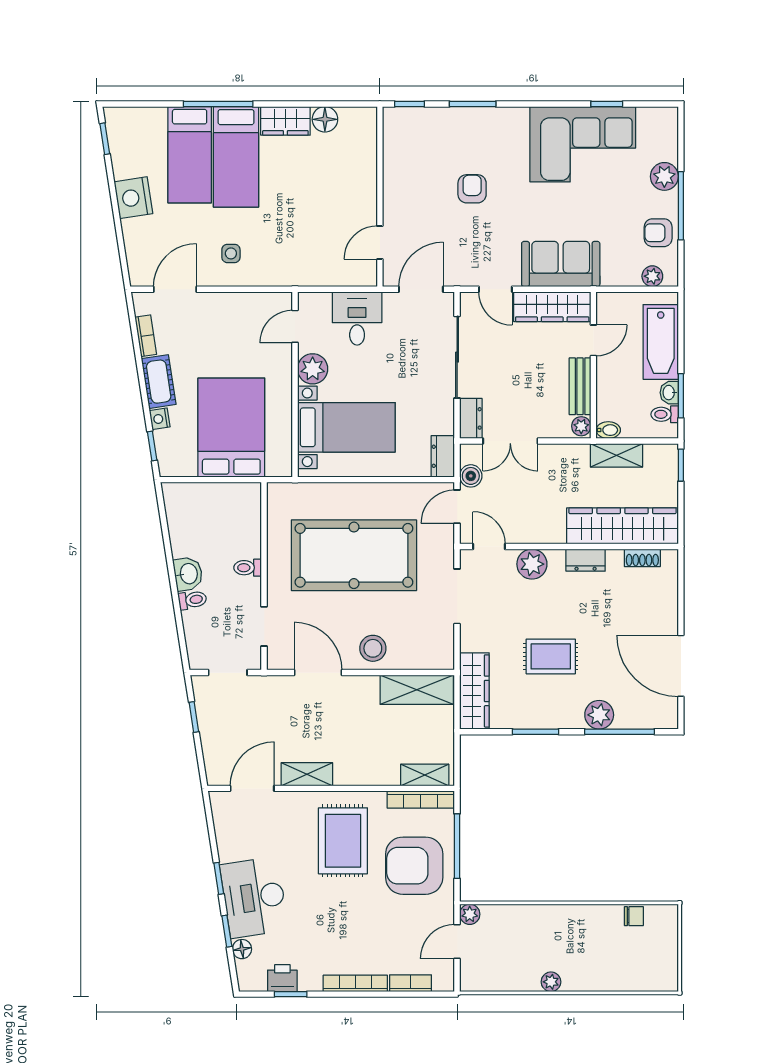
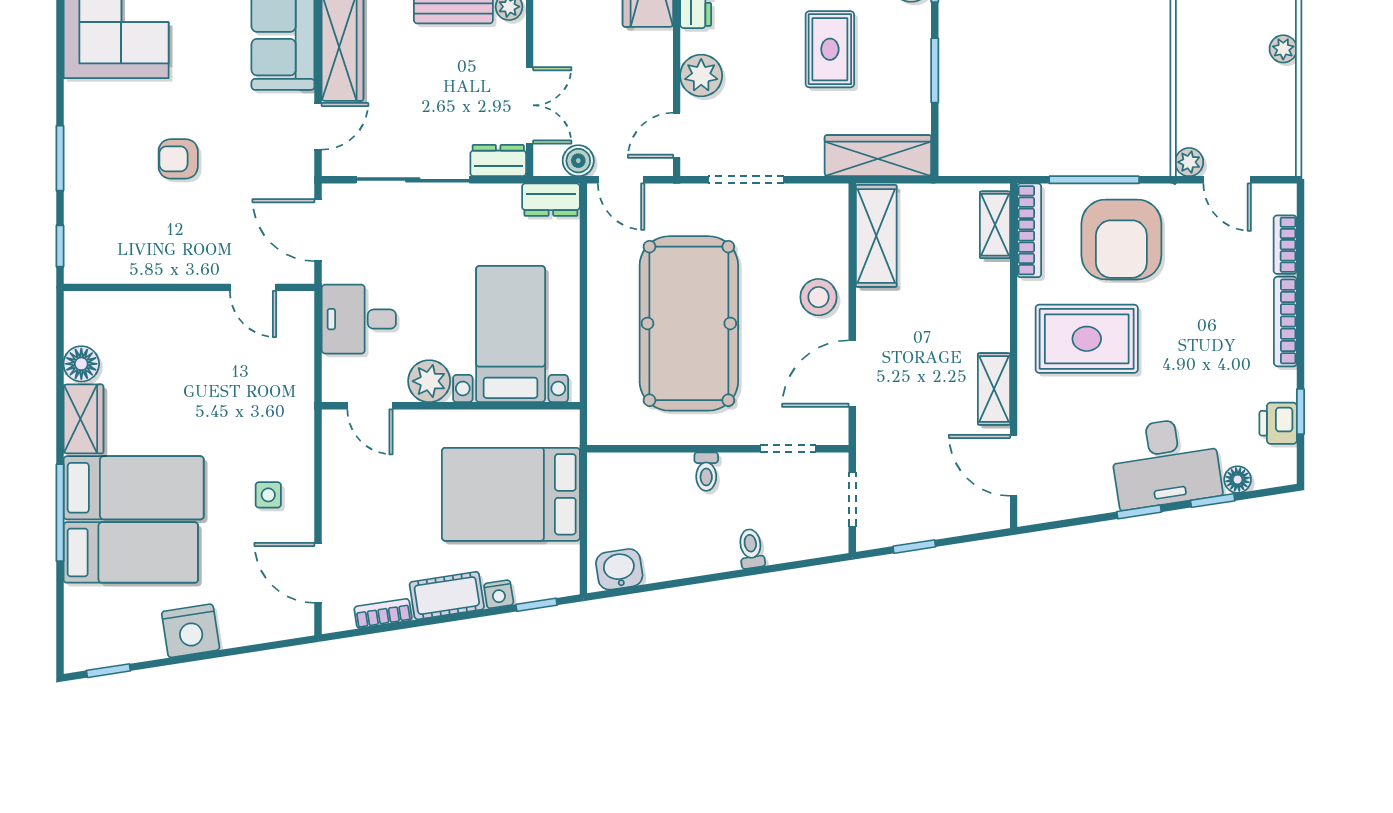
washbasin: (188, 574) -> (619, 569), moved

